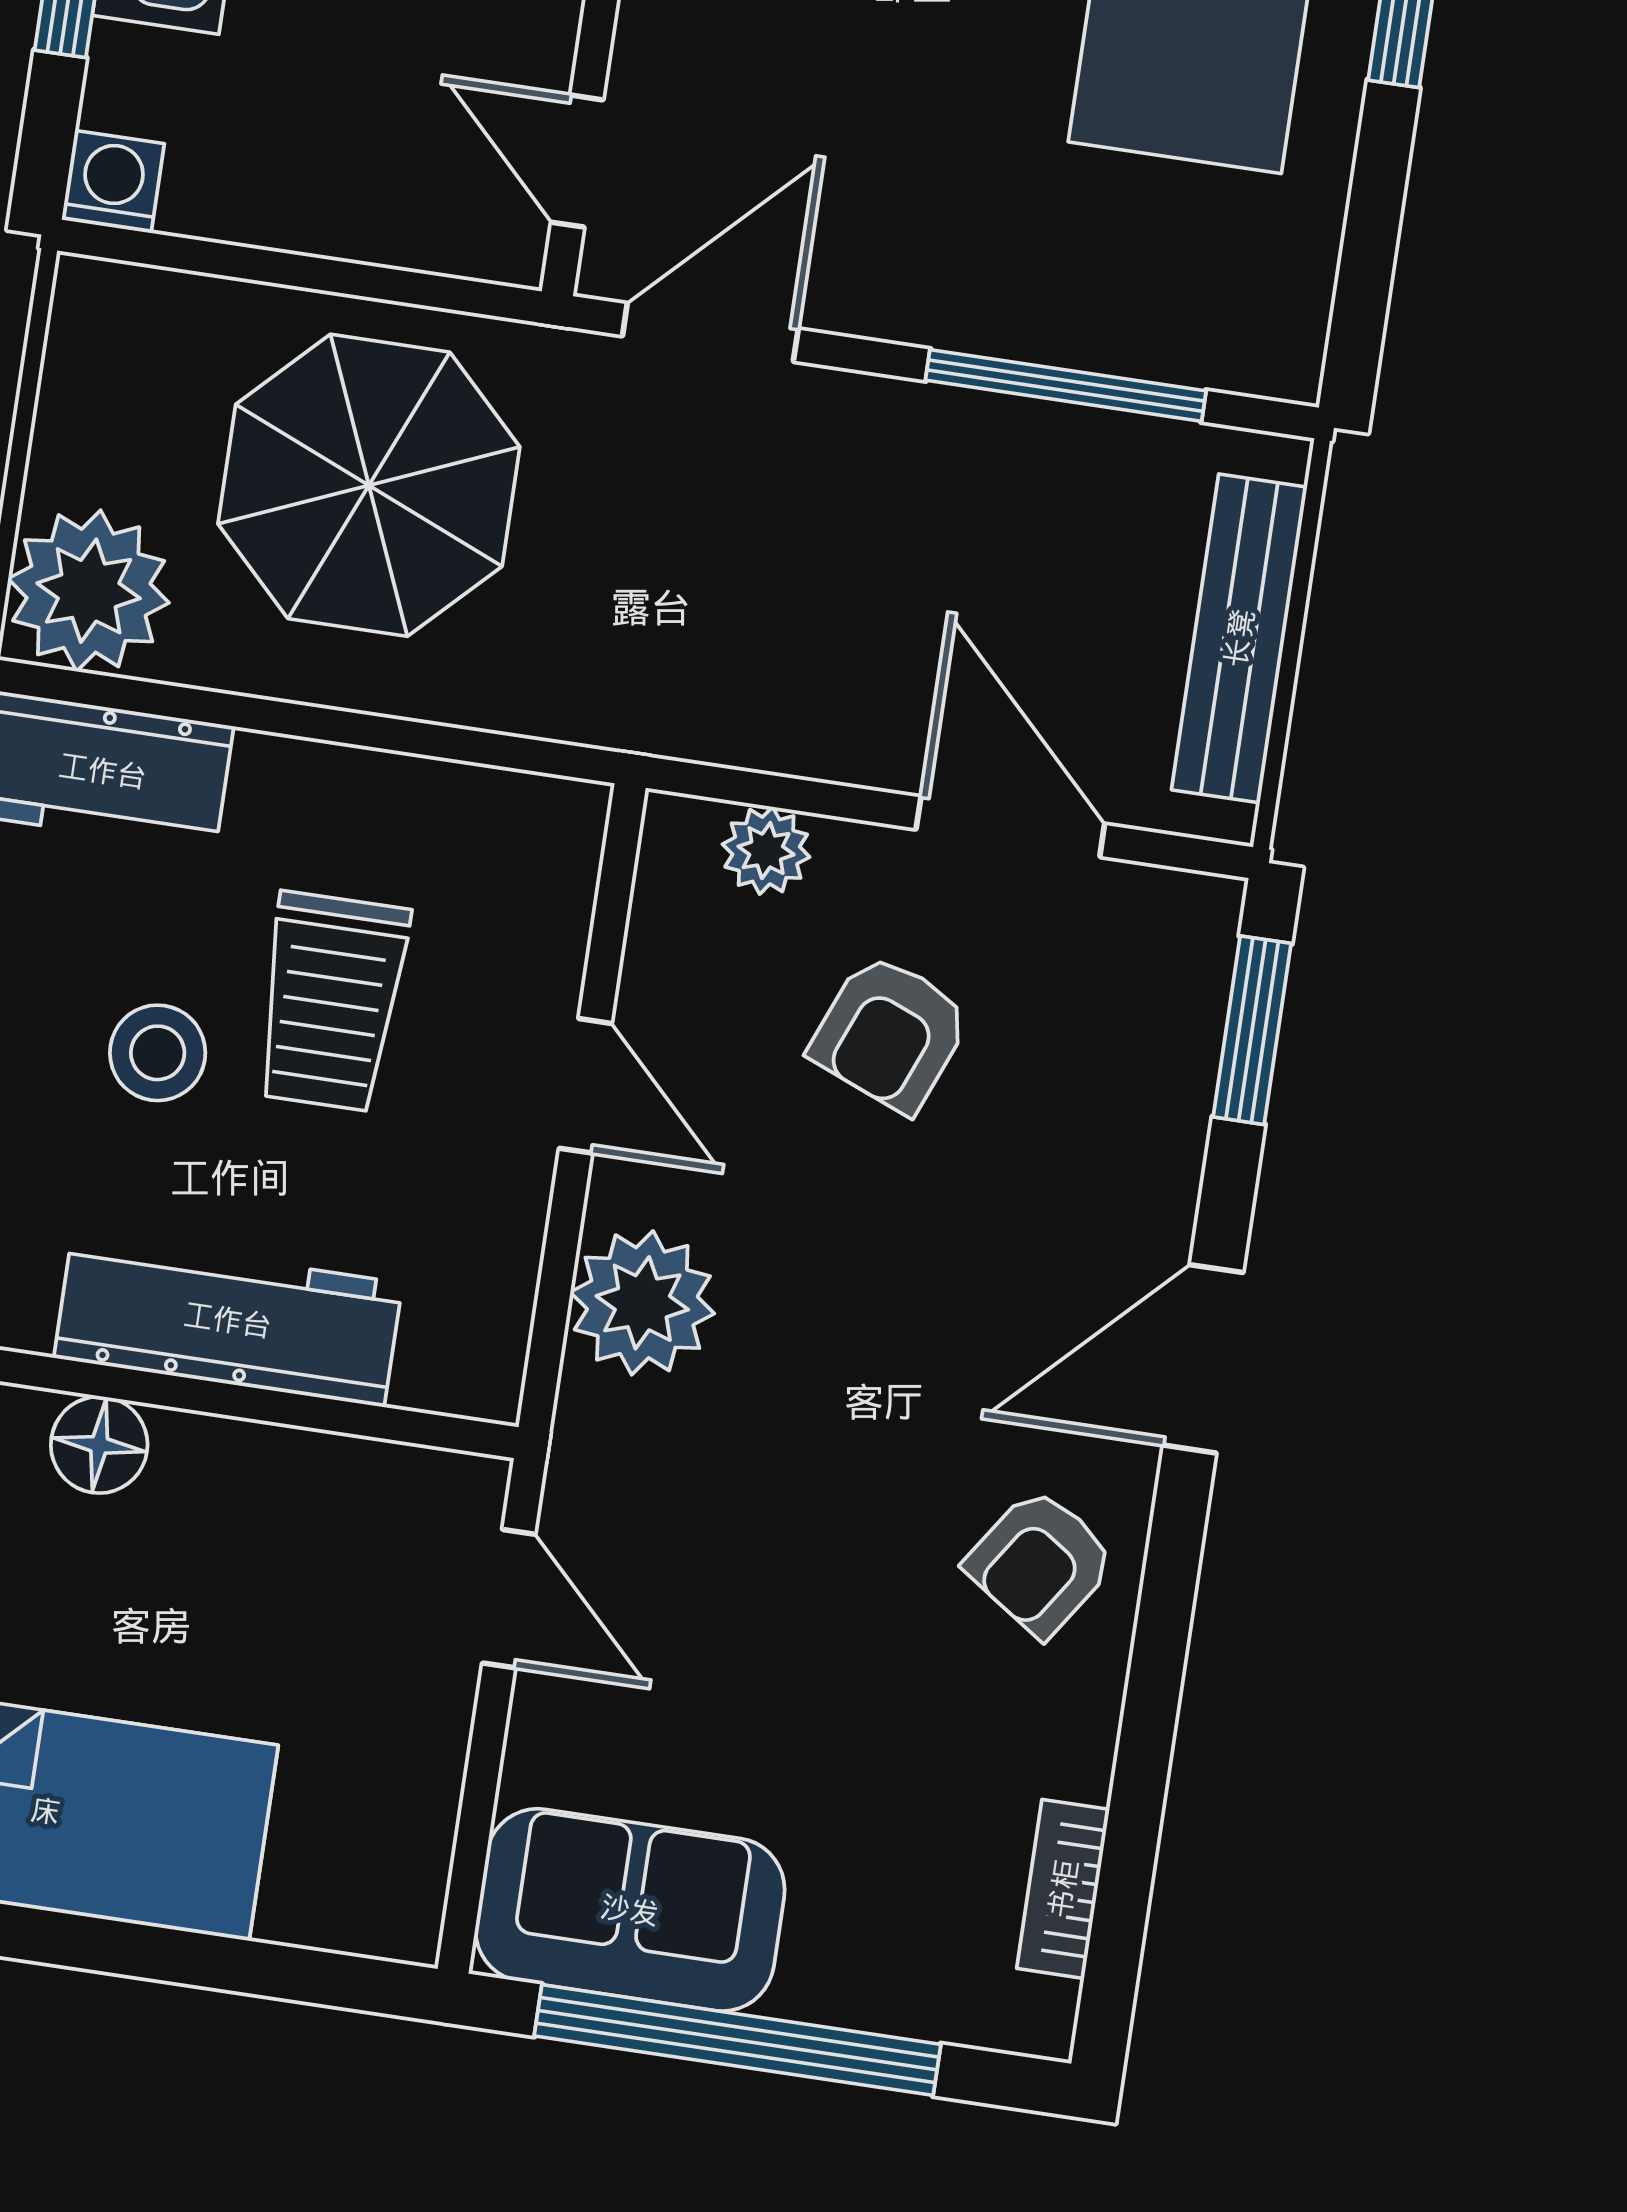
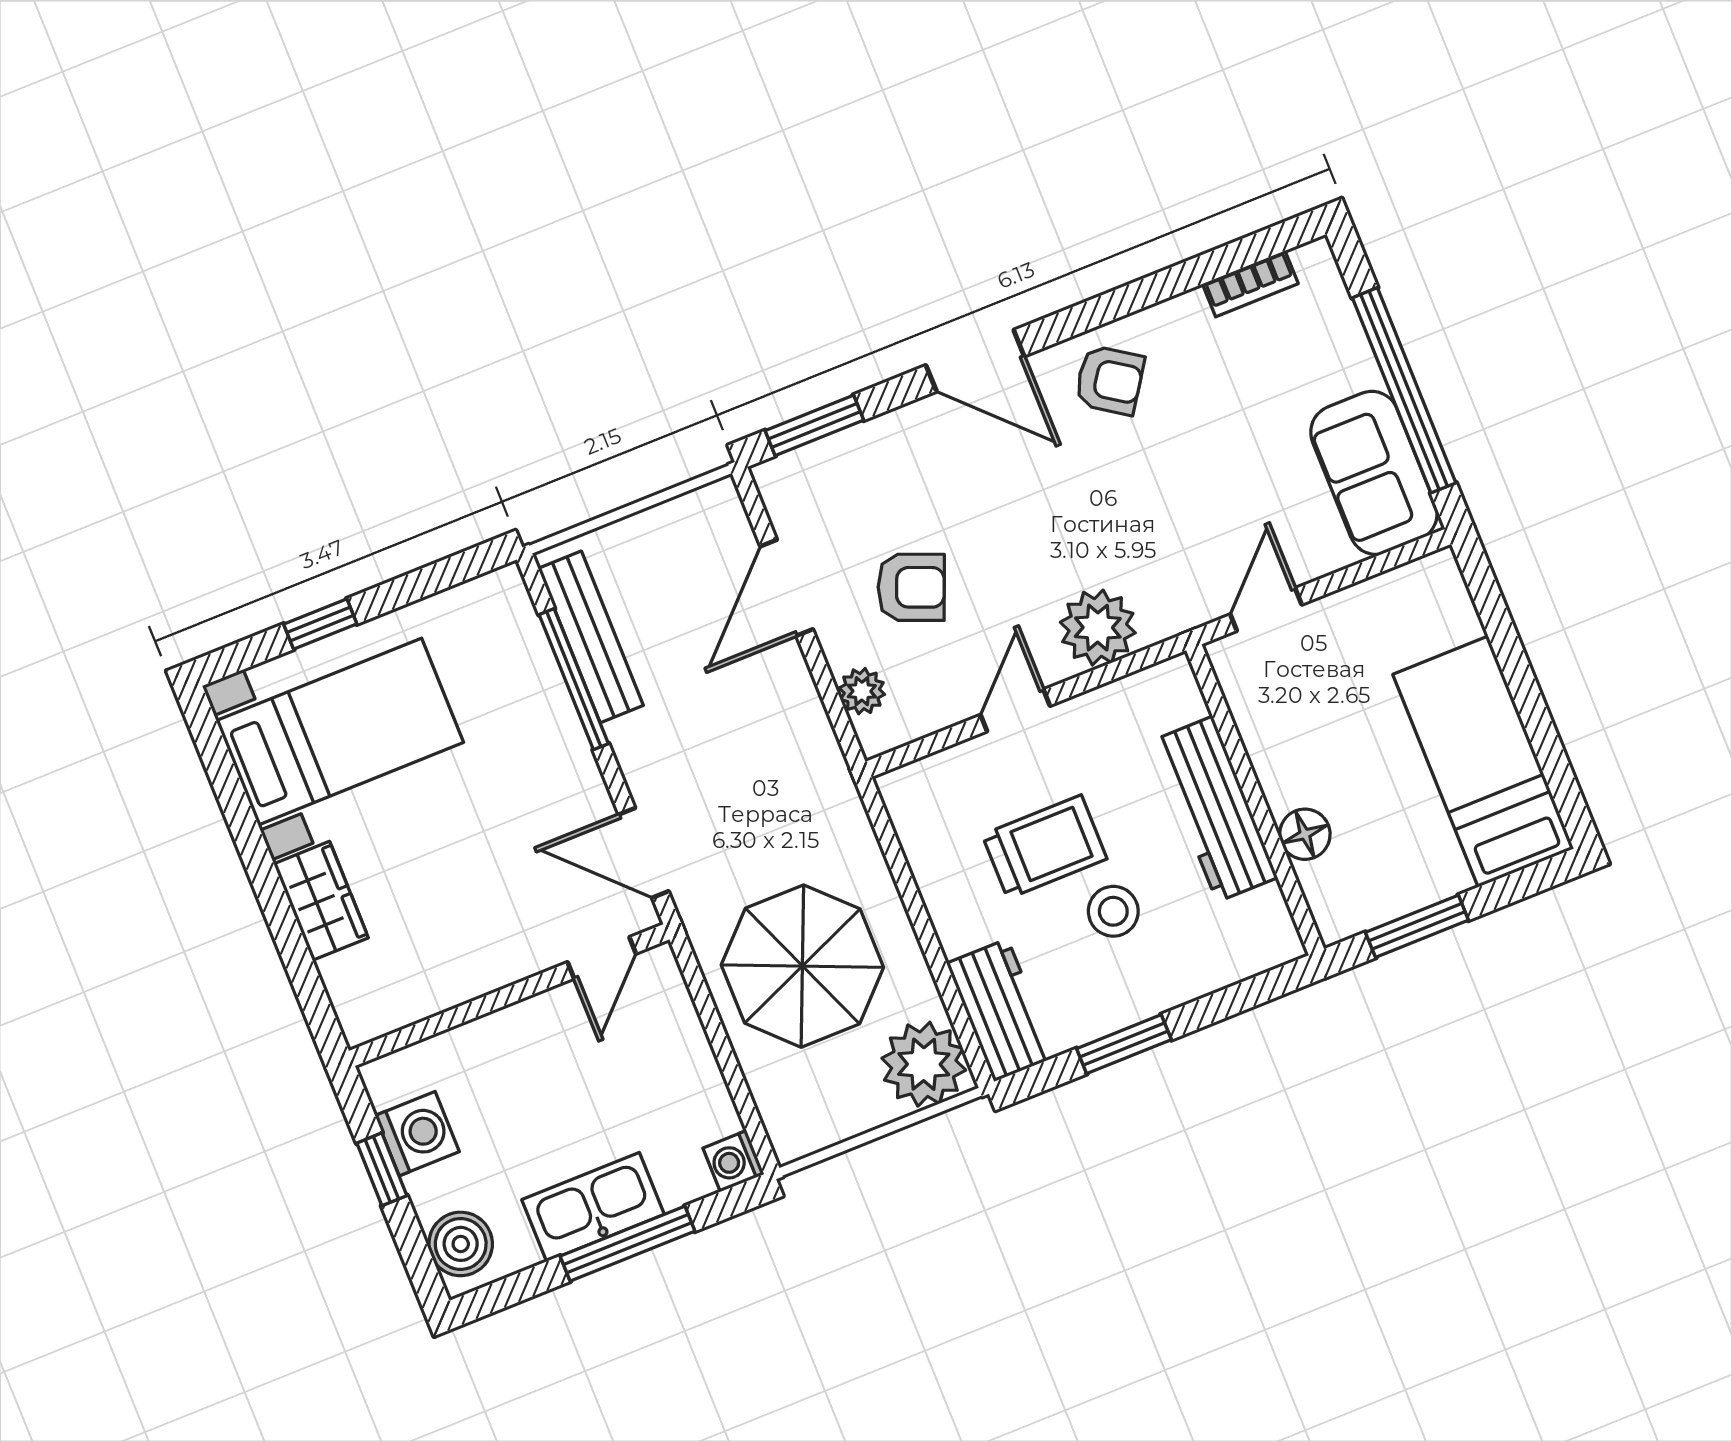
bench: (1239, 638) -> (591, 637), moved, turned 90

